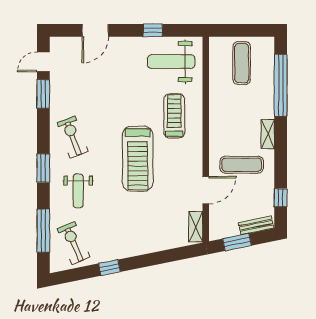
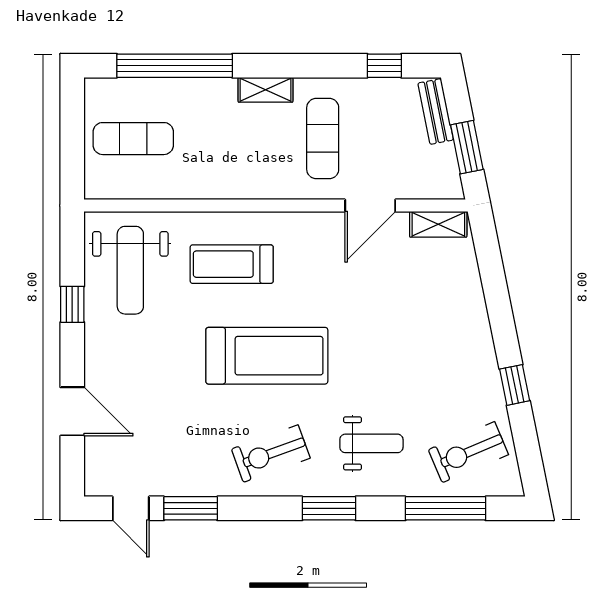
treadmill: (138, 159) -> (267, 356), moved
door: (206, 190) -> (370, 206), swing flipped

